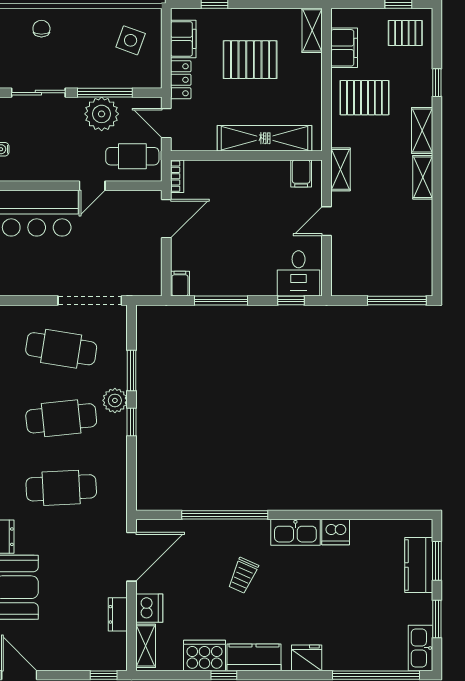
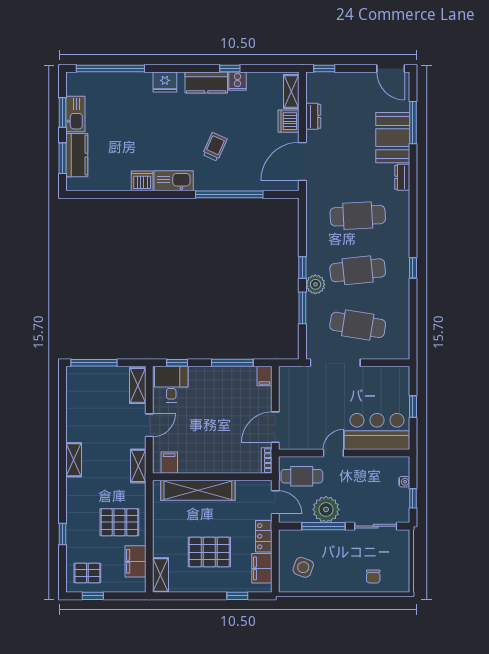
shelving: (422, 130) -> (138, 385), moved
kitchen sink: (421, 648) -> (75, 114), moved
cooker: (204, 655) -> (237, 81), width x0.53, depth x0.76

